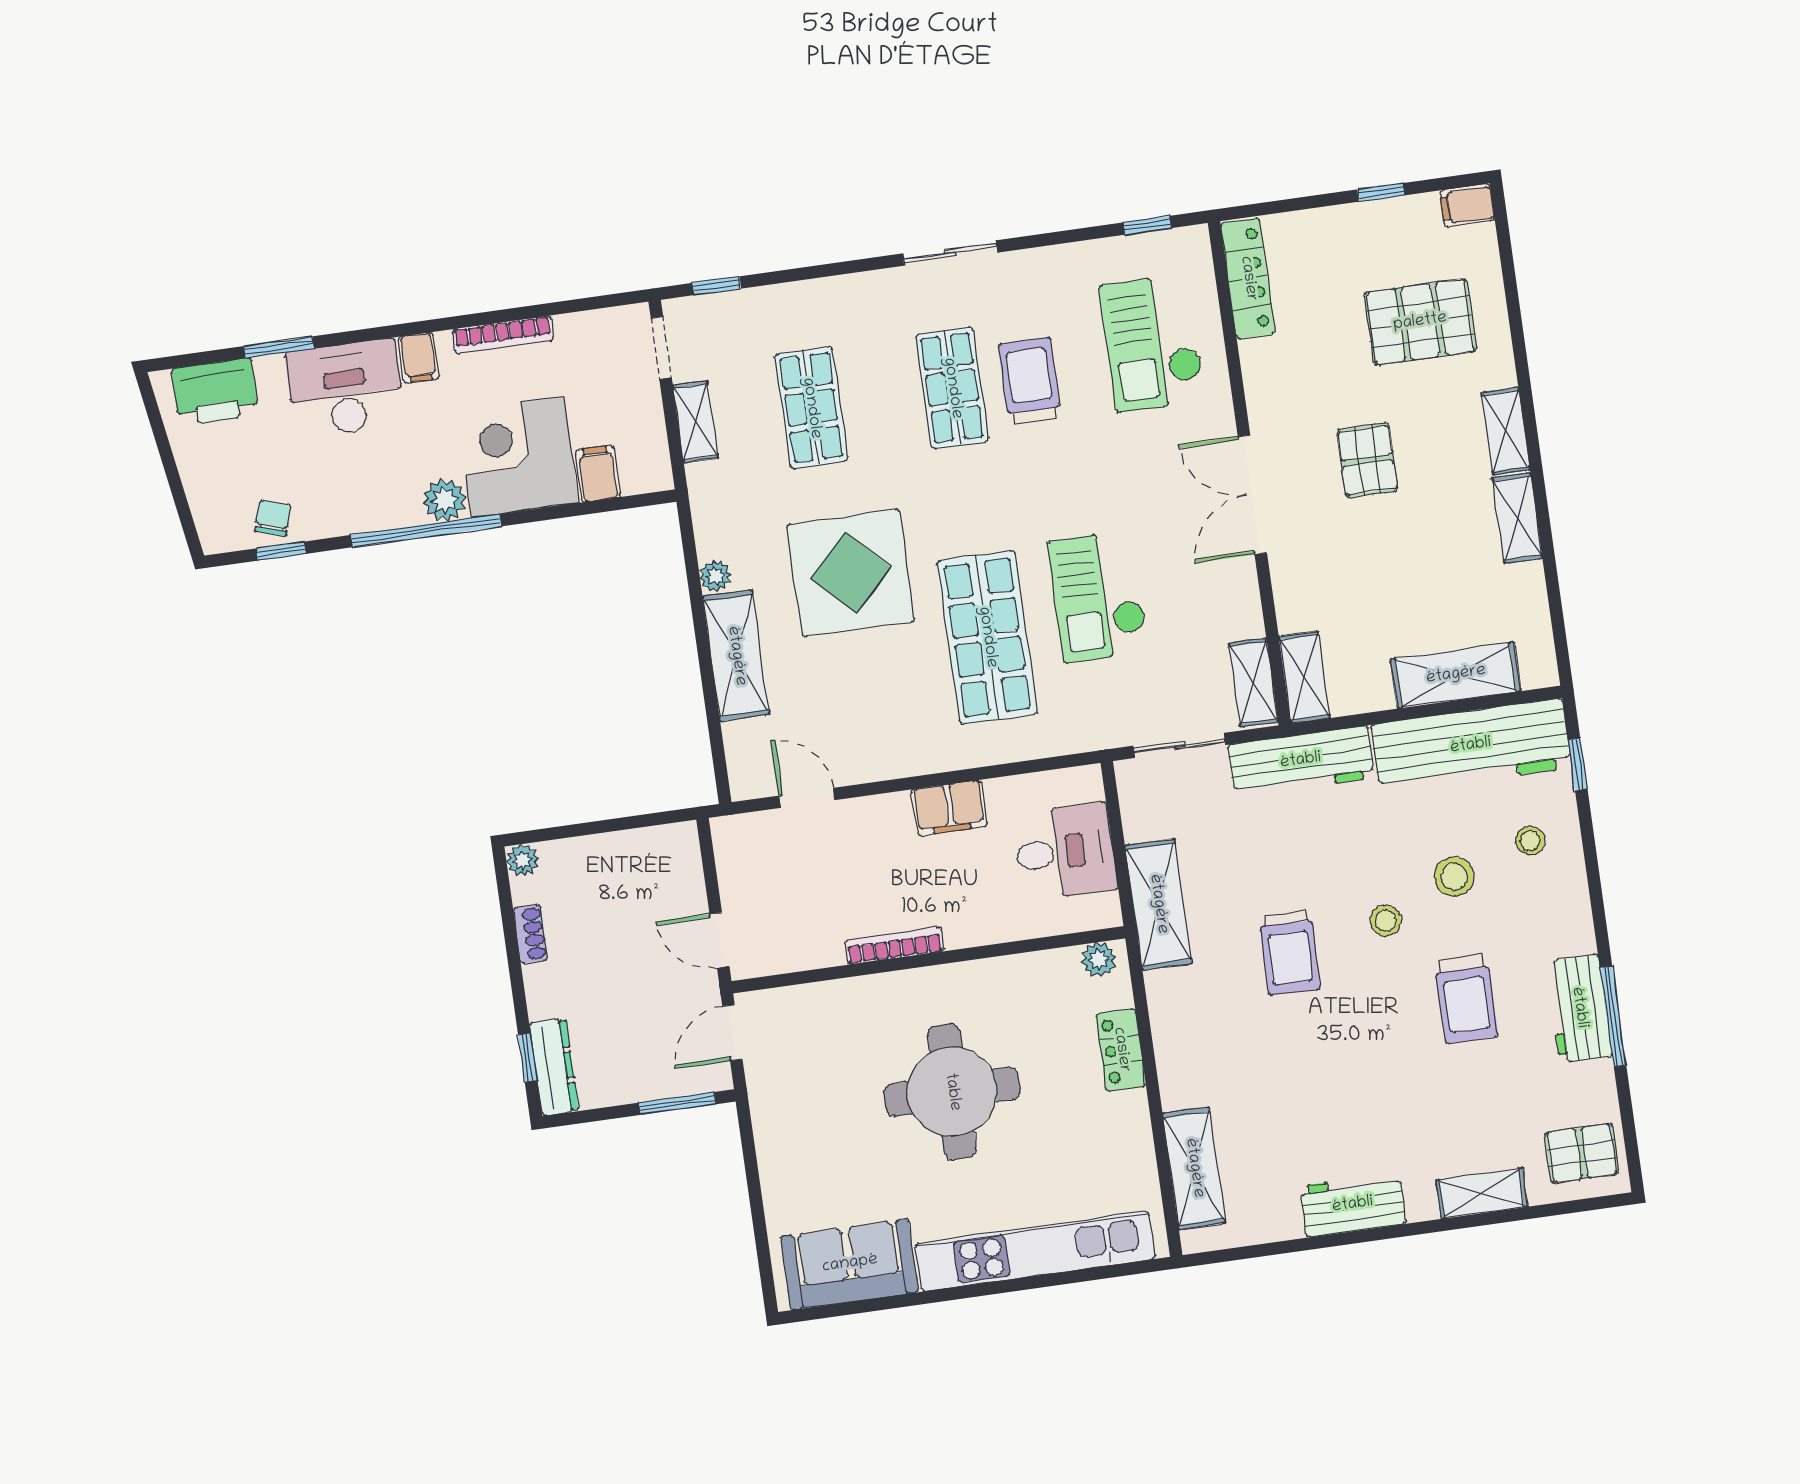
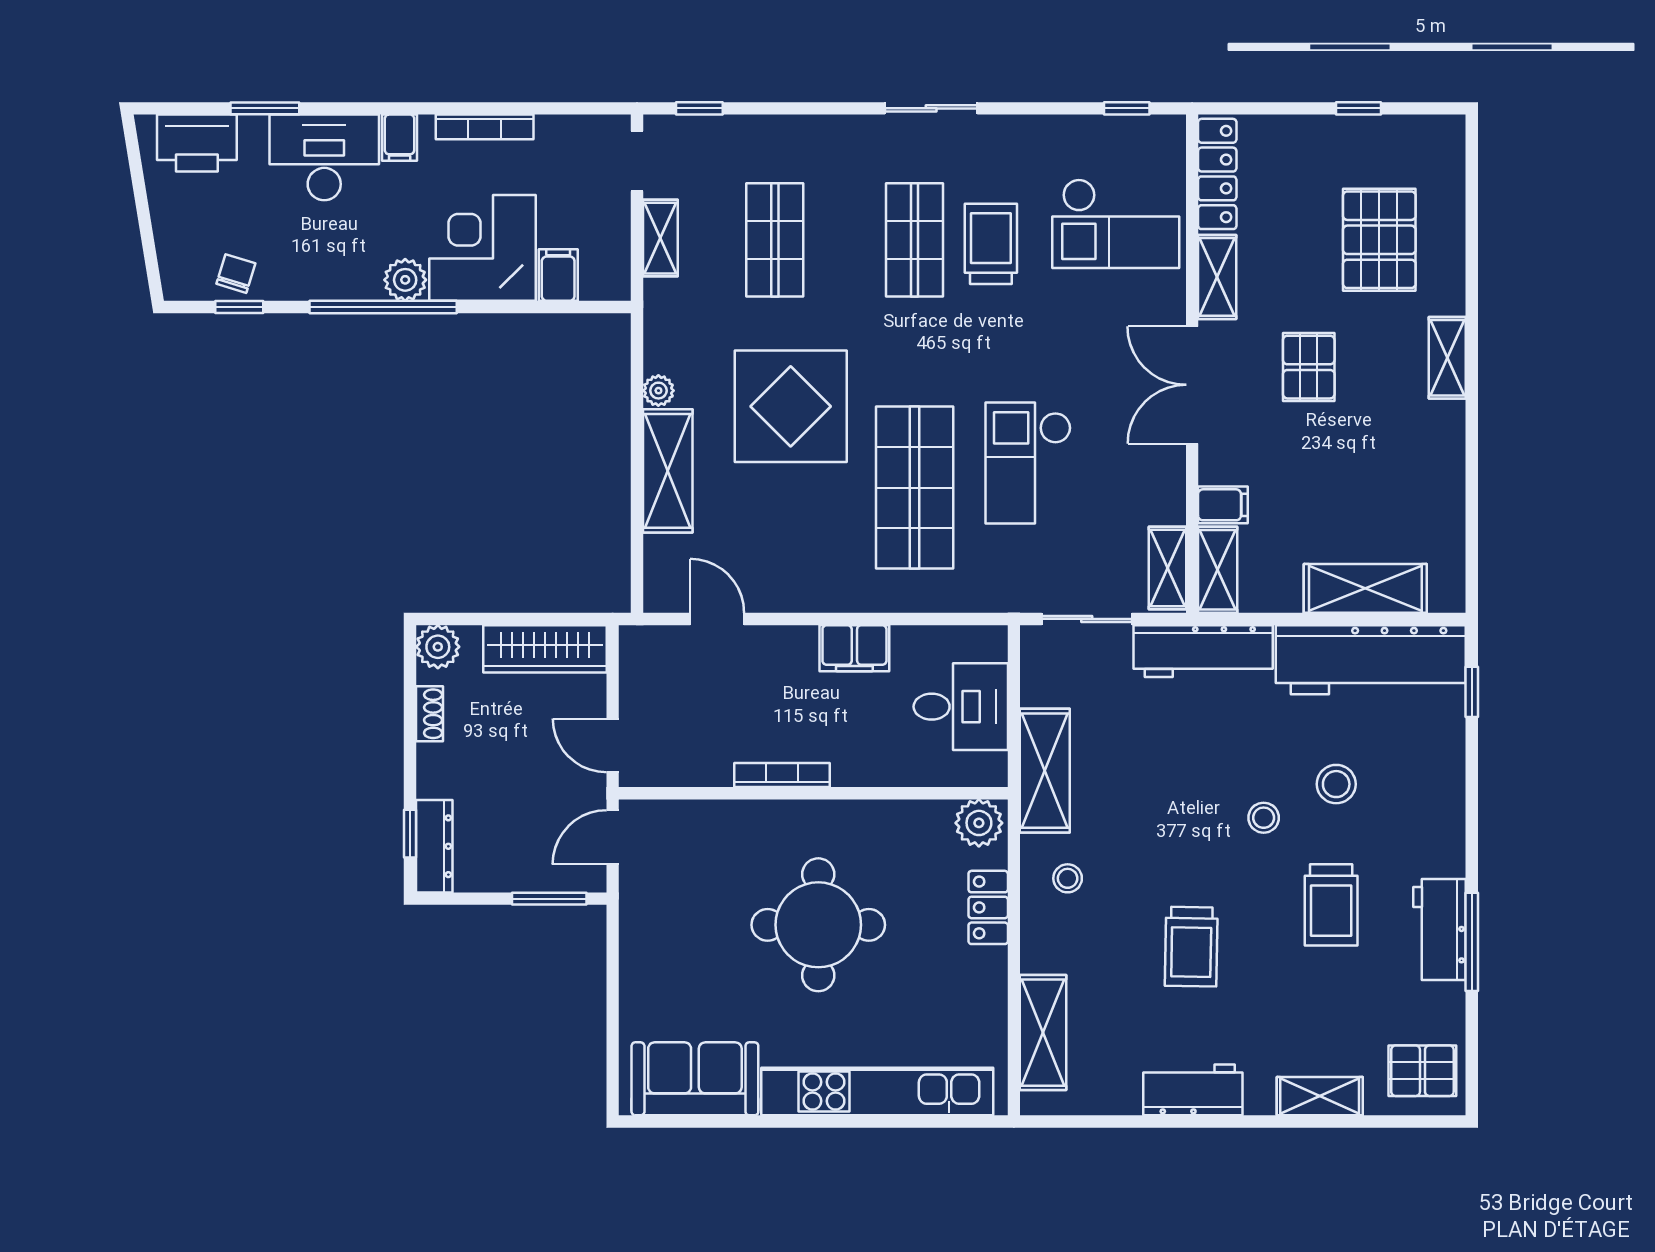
filing cabinet: (1467, 206) -> (1223, 505), moved, turned 180
pallet: (1420, 322) -> (1379, 240), turned 90
checkout: (1153, 343) -> (1116, 224), turned -90
shelving: (1517, 518) -> (1217, 277), moved
stool: (1530, 841) -> (1068, 878), moved
wardrobe: (638, 852) -> (545, 649), added
plant: (522, 860) -> (438, 647), width x1.38, depth x1.38
trolley: (1290, 952) -> (1191, 947), moved
plant: (1099, 960) -> (979, 823), width x1.38, depth x1.38

